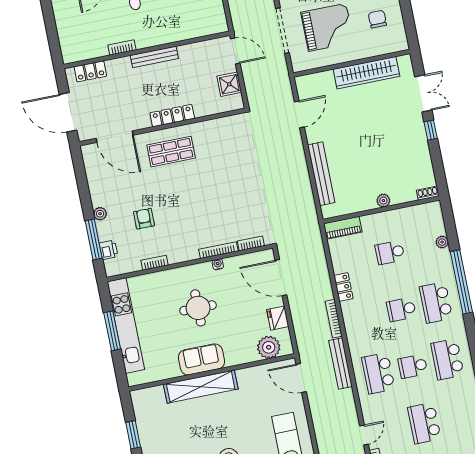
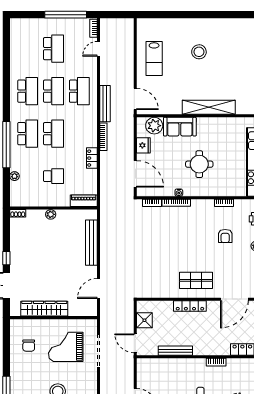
bench: (154, 57) -> (175, 351), moved
door: (115, 137) -> (234, 299), swing flipped
school desk: (401, 309) -> (53, 134), width x1.85
sofa: (201, 359) -> (180, 127), moved
school desk: (413, 366) -> (53, 91), width x1.85

